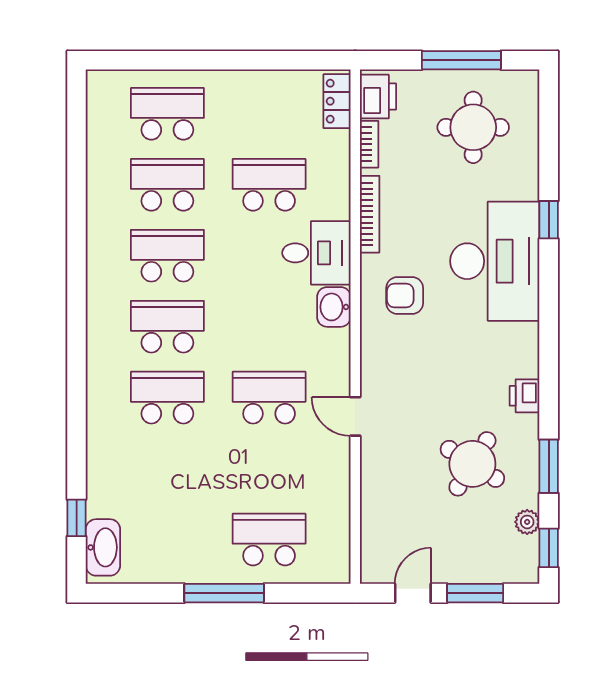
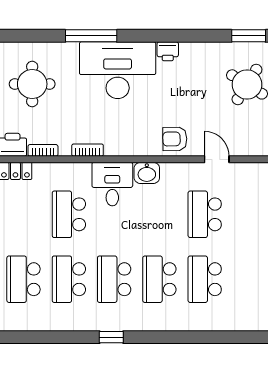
bookcase: (370, 214) -> (88, 150), width x0.64
window: (549, 220) -> (91, 36), width x2.17
window: (77, 251) -> (111, 337), added
armchair: (405, 295) -> (175, 139), moved, turned 89
printer: (525, 396) -> (168, 51), moved
door: (355, 416) -> (217, 159), swing flipped

